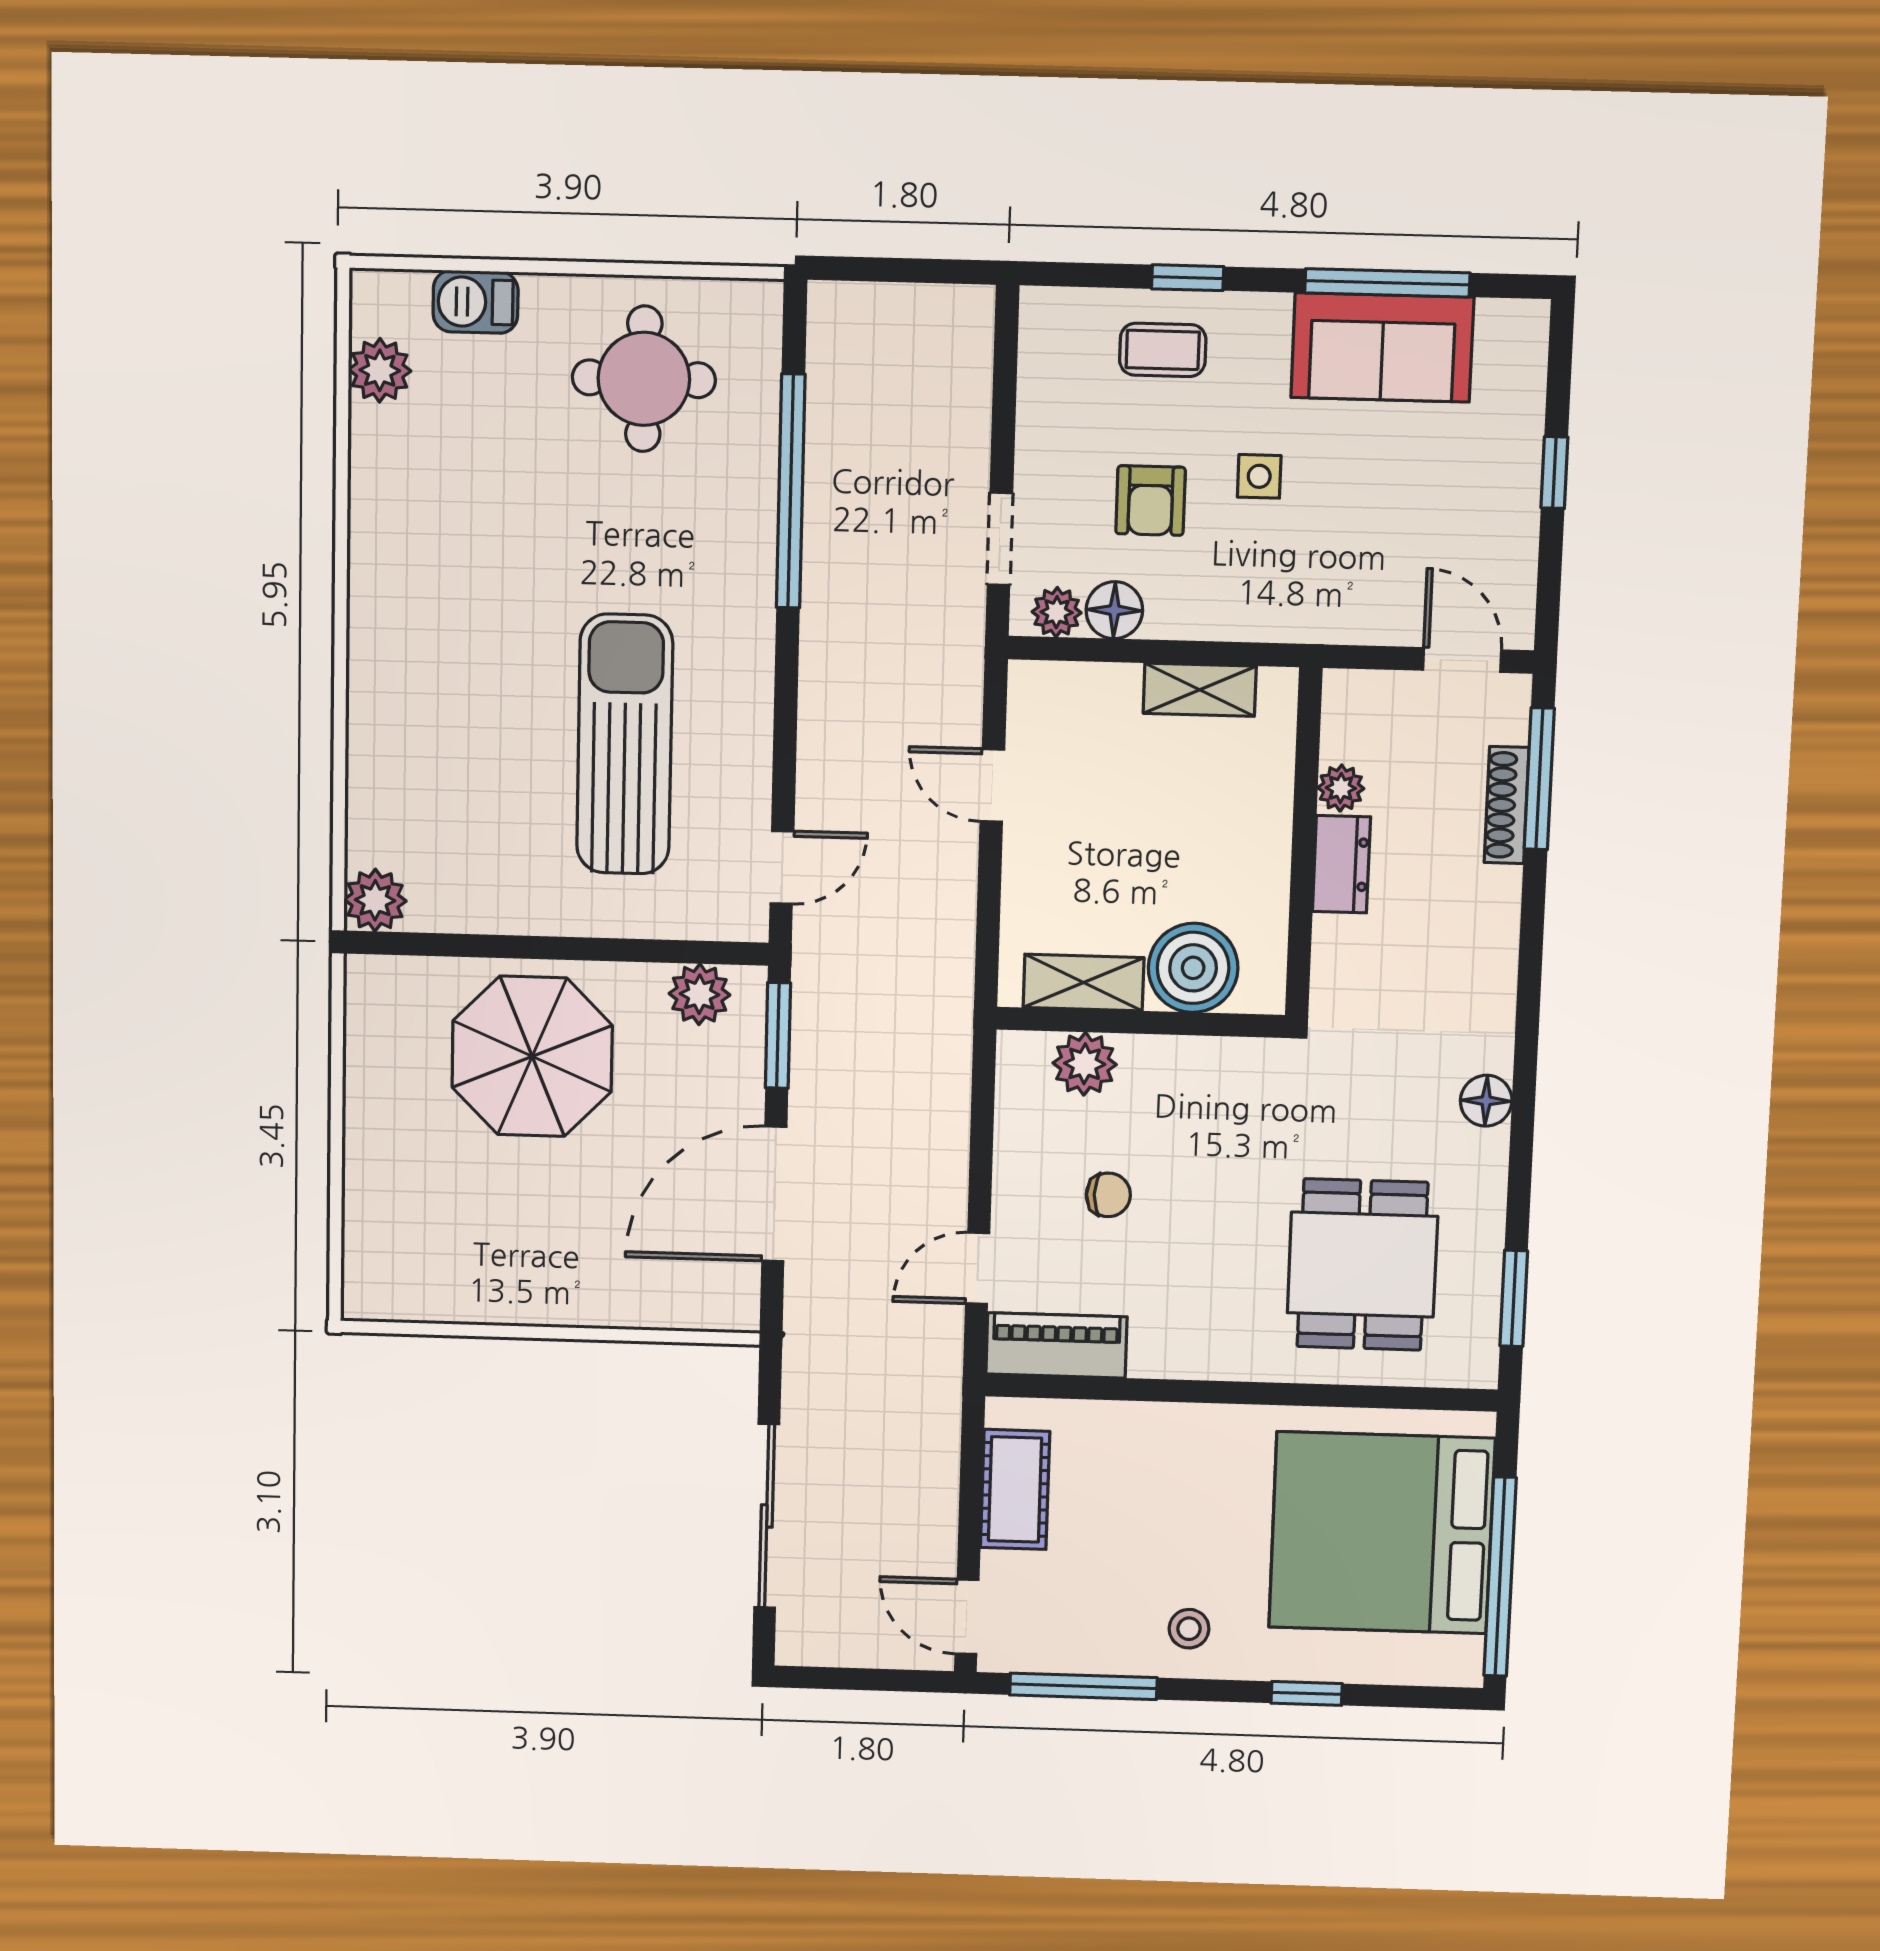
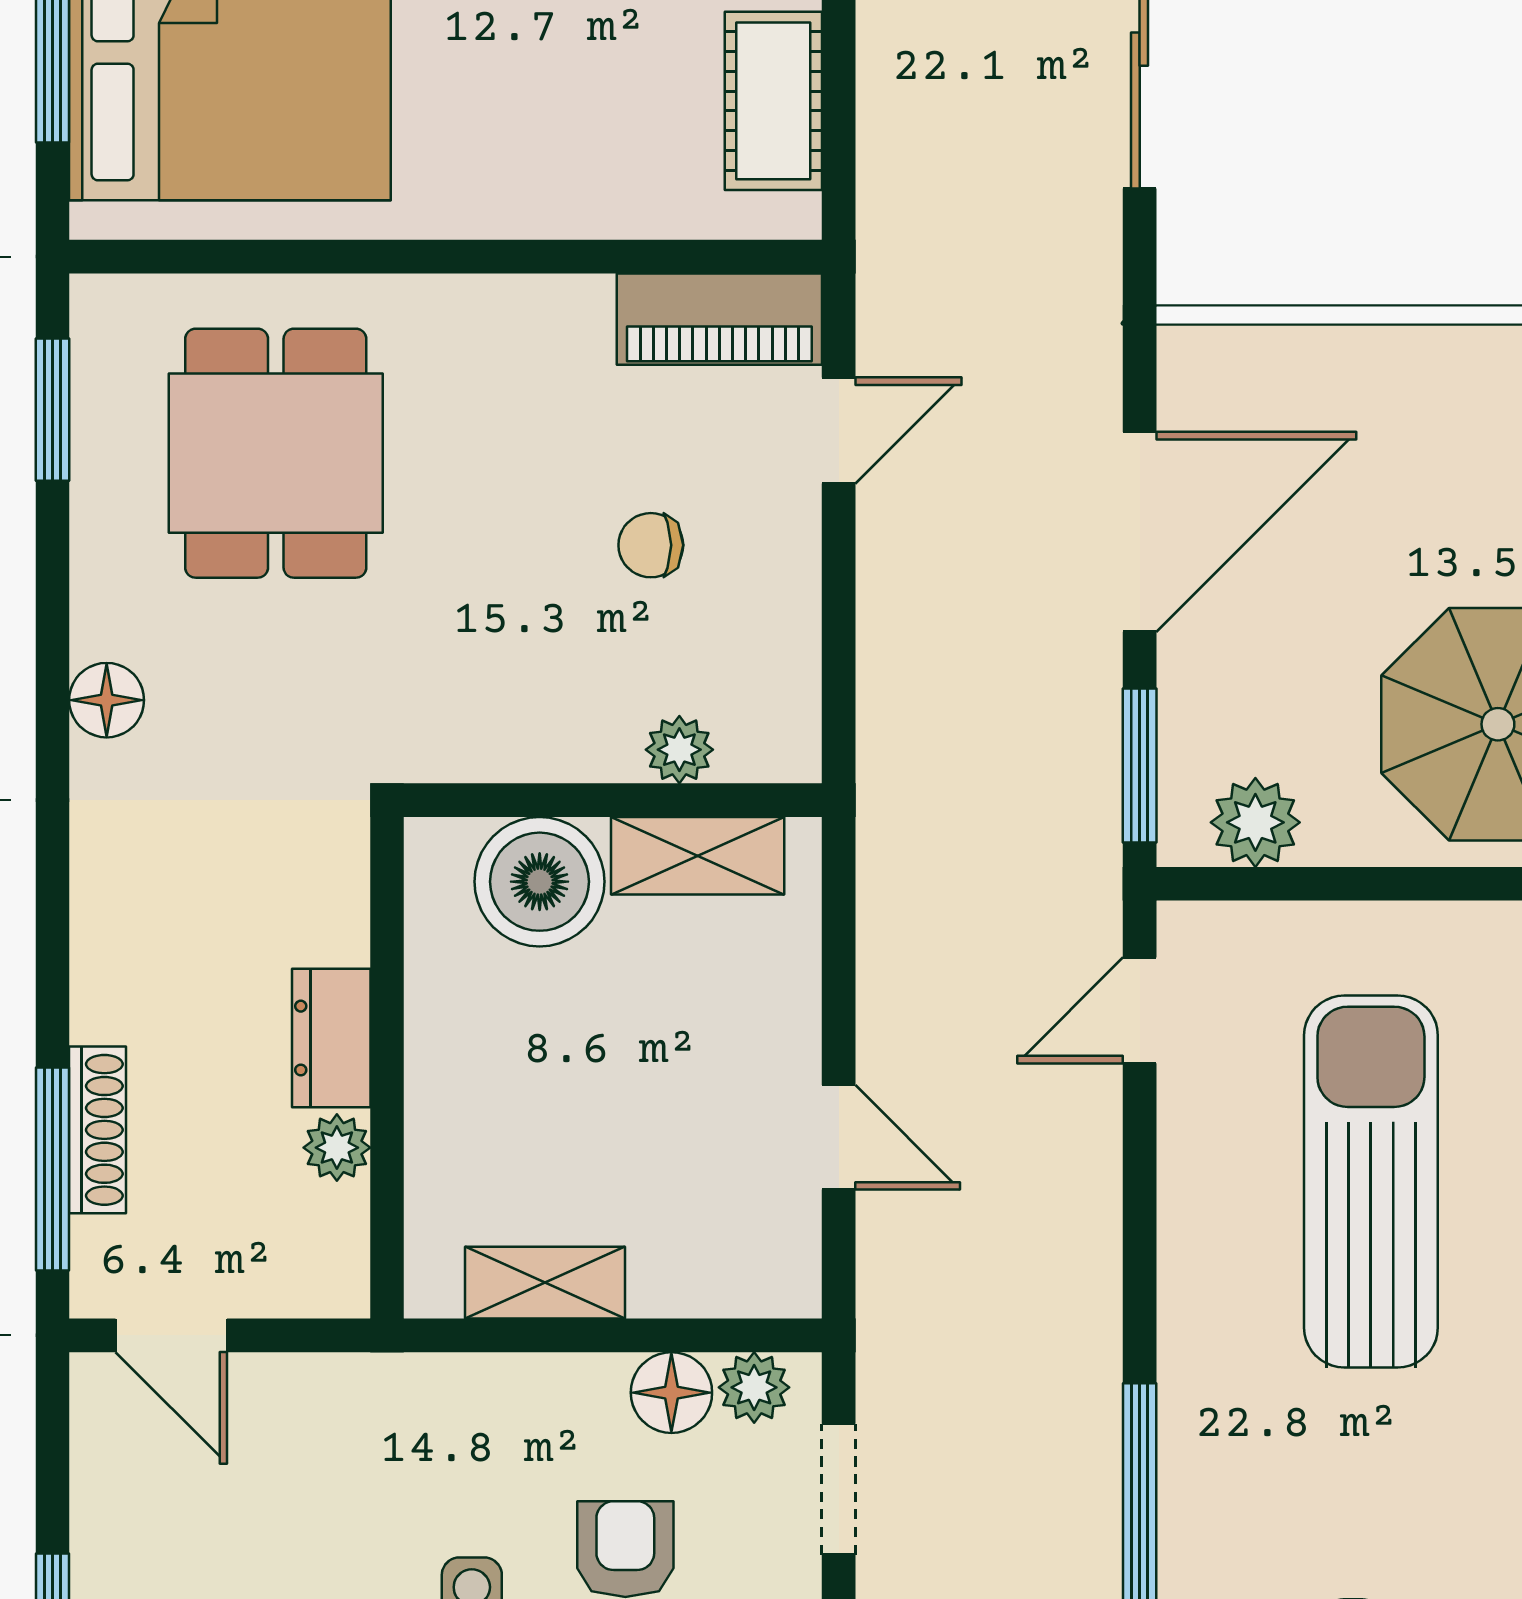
sun lounger: (625, 744) -> (1371, 1181), turned 180
plant: (1085, 1064) -> (679, 750), width x0.73, depth x0.73

